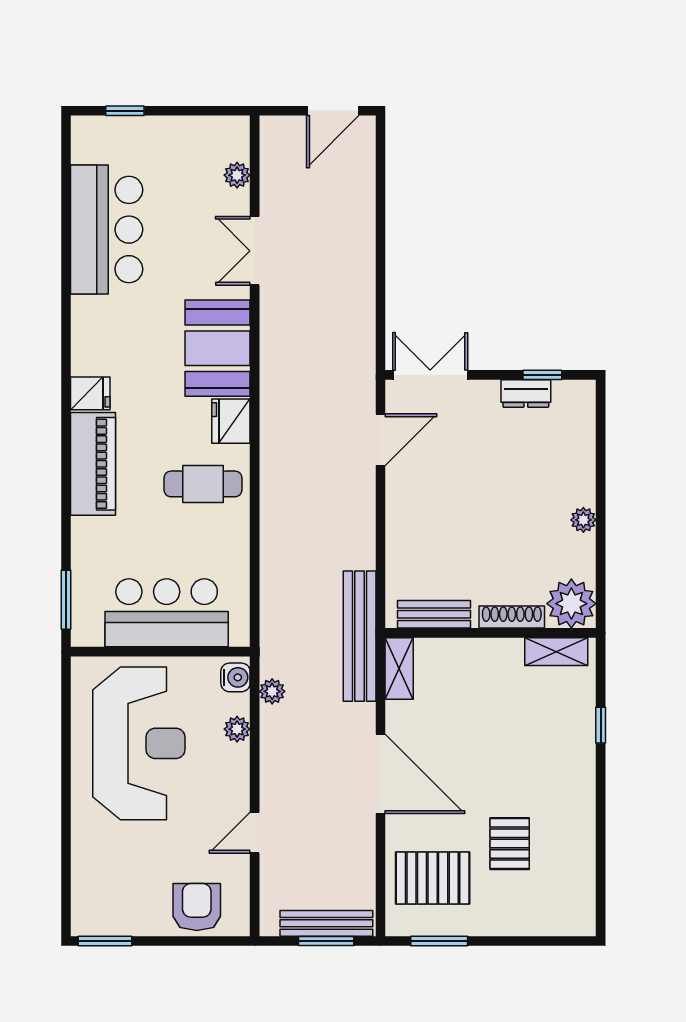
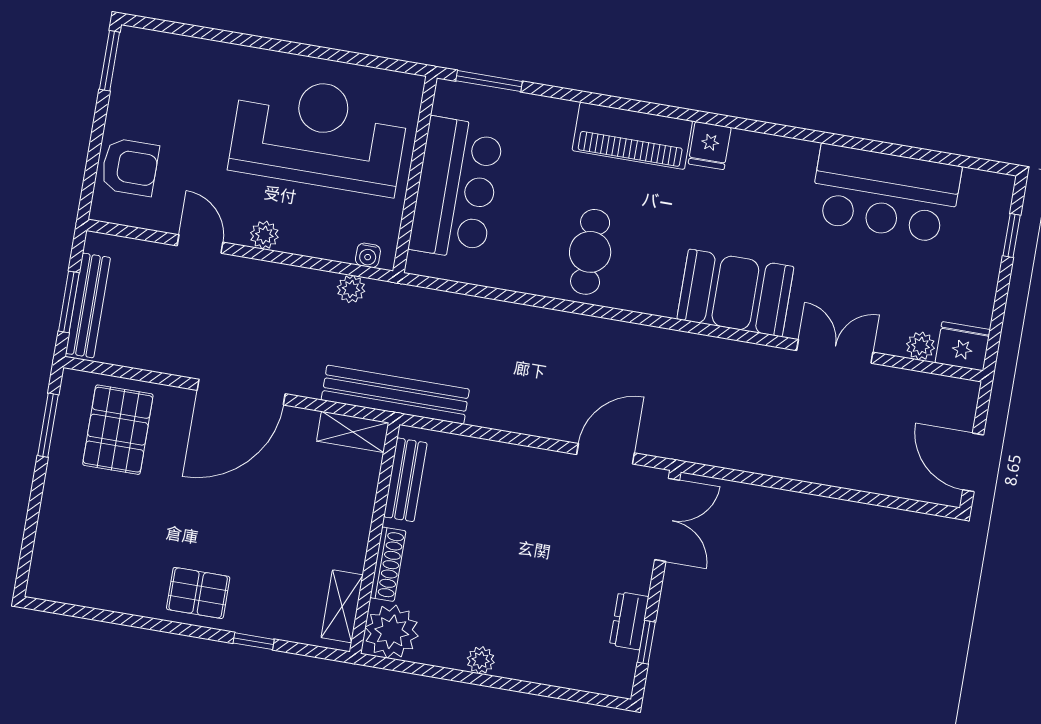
fridge: (231, 421) -> (963, 346), moved
door: (380, 440) -> (606, 454), swing flipped
water cooler: (235, 677) -> (368, 255), width x0.72, depth x0.72
plant: (237, 729) -> (264, 235), moved
reception desk: (139, 743) -> (319, 134), turned 180
pallet: (510, 844) -> (198, 593), moved

